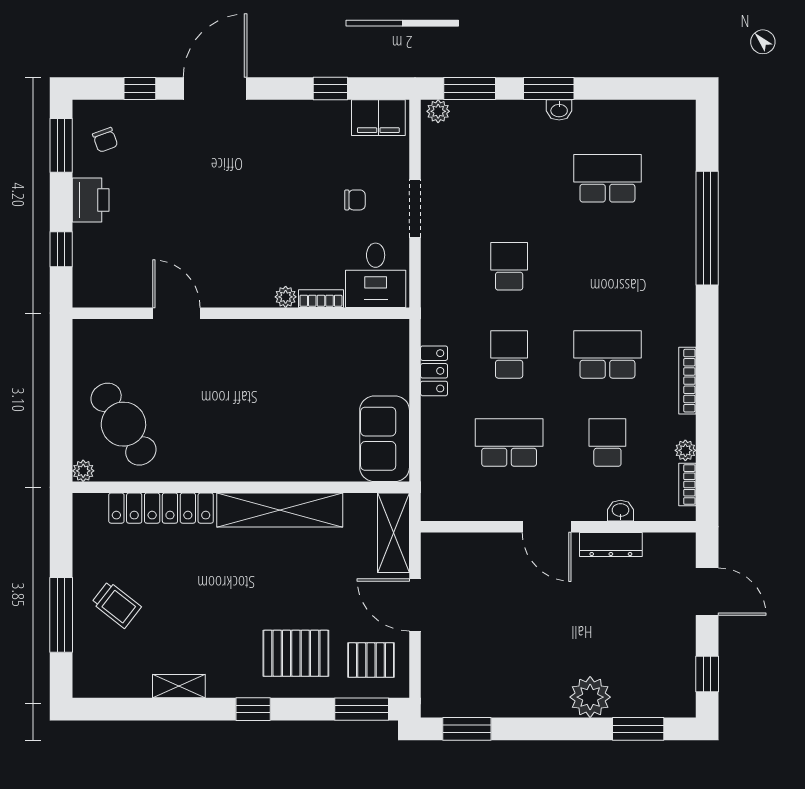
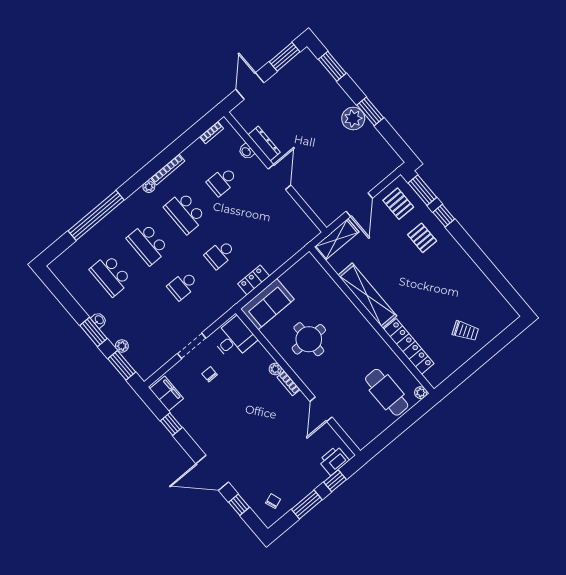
plant: (438, 111) -> (122, 346), moved
window: (61, 145) -> (307, 505), moved
printer: (91, 200) -> (334, 460), moved
bookcase: (321, 299) -> (289, 383), moved
round table: (288, 378) -> (309, 339), added
cafe table: (123, 424) -> (387, 392), turned -57
sofa: (385, 439) -> (267, 304), moved
school desk: (509, 442) -> (148, 244), moved
plant: (685, 450) -> (149, 187), moved
trolley: (116, 605) -> (465, 331), turned 110
window: (61, 615) -> (489, 351), removed
pallet: (296, 653) -> (422, 238), width x0.67, depth x0.71
window: (707, 674) -> (285, 57), width x1.50
shelving: (179, 686) -> (478, 276), removed
plant: (590, 697) -> (353, 118), moved
window: (253, 709) -> (444, 216), moved
window: (467, 729) -> (370, 111), moved

